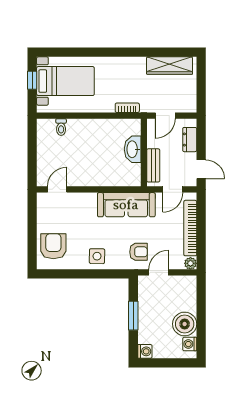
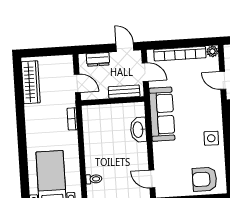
washbasin: (133, 149) -> (138, 130), moved, turned 90
door: (201, 169) -> (125, 47), hinge flipped
armchair: (139, 252) -> (205, 100), removed

